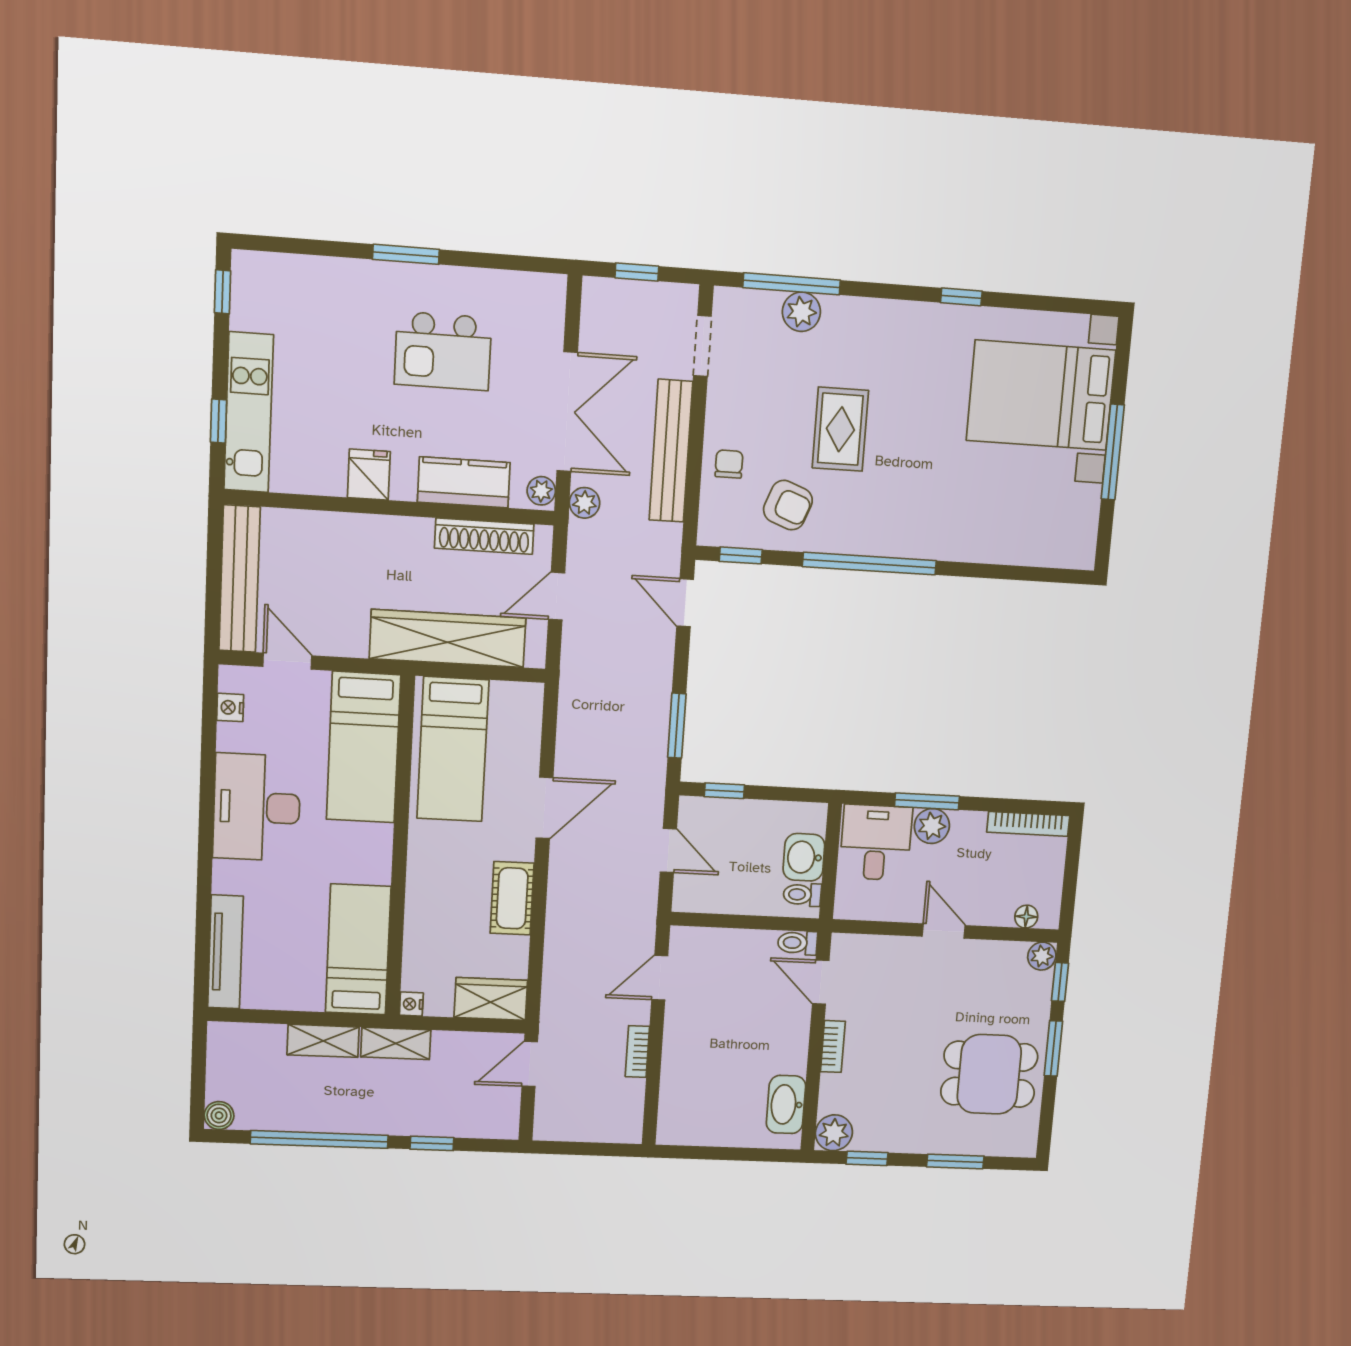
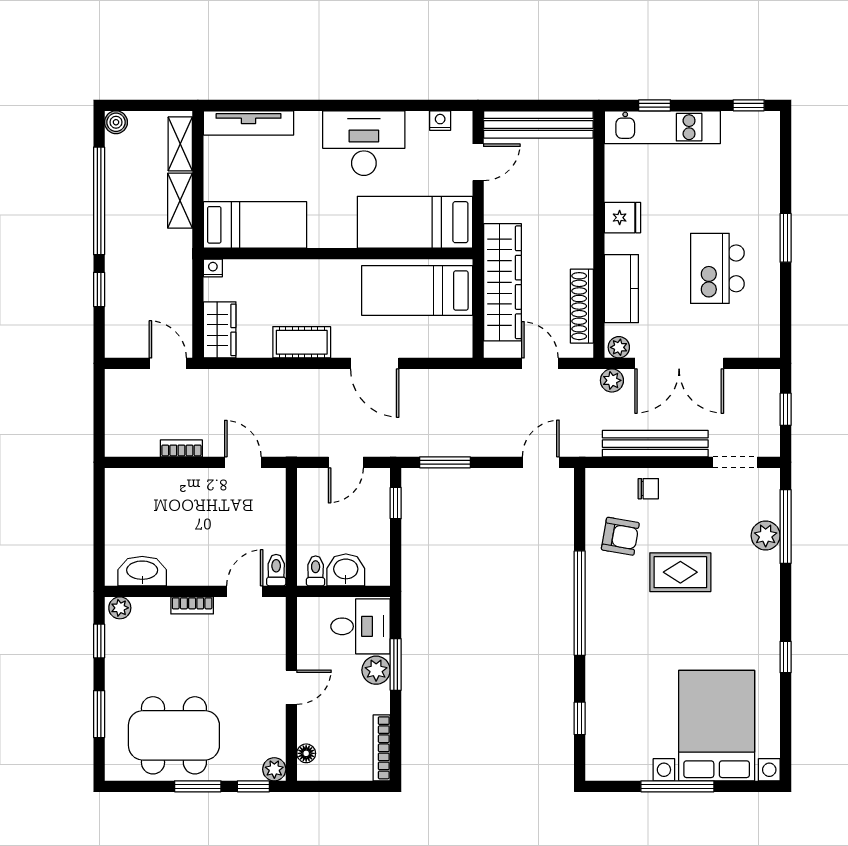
armchair: (788, 505) -> (620, 536), turned -101
window: (741, 555) -> (580, 718), moved
shelving: (396, 1043) -> (180, 144), moved
dining table: (989, 1074) -> (174, 735), width x1.38
plant: (834, 1133) -> (120, 608), width x0.73, depth x0.73

